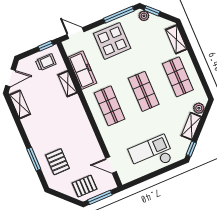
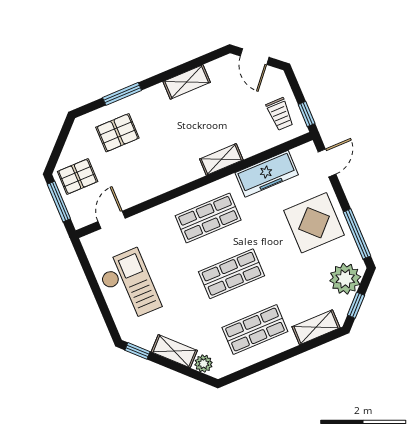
window: (152, 11) -> (356, 305), moved
plant: (144, 16) -> (345, 279), width x1.88, depth x1.88
shelving: (68, 84) -> (221, 159), moved
shelving: (20, 105) -> (187, 82), moved
pallet: (85, 186) -> (78, 176), turned 90

